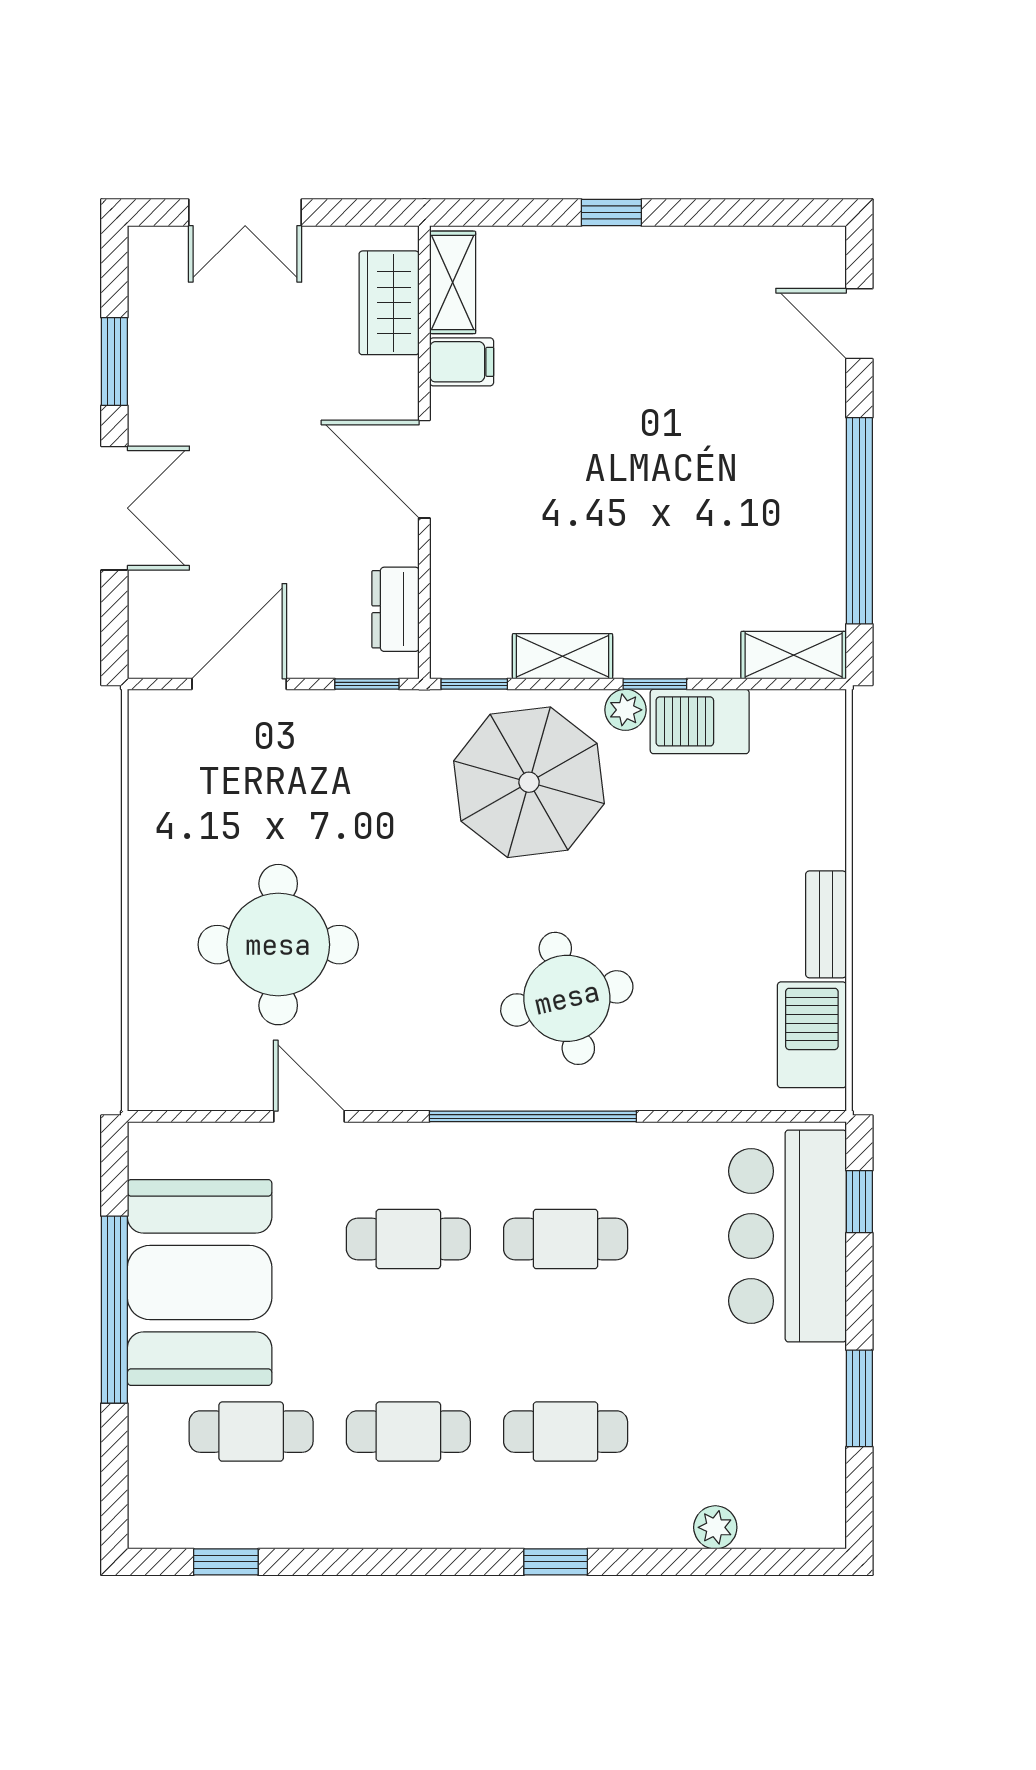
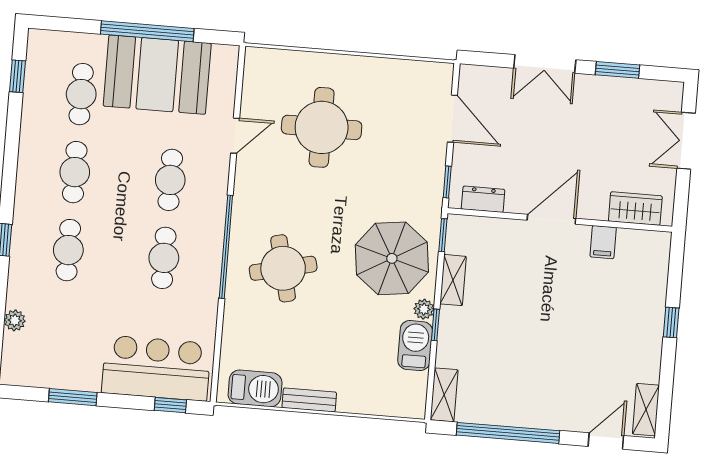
shelving: (453, 282) -> (646, 410), moved, turned 90

